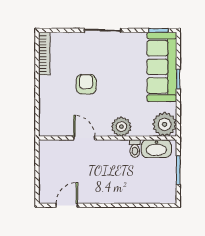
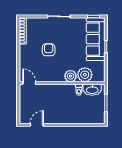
plant: (165, 124) -> (85, 75), moved
door: (84, 138) -> (29, 83), moved

